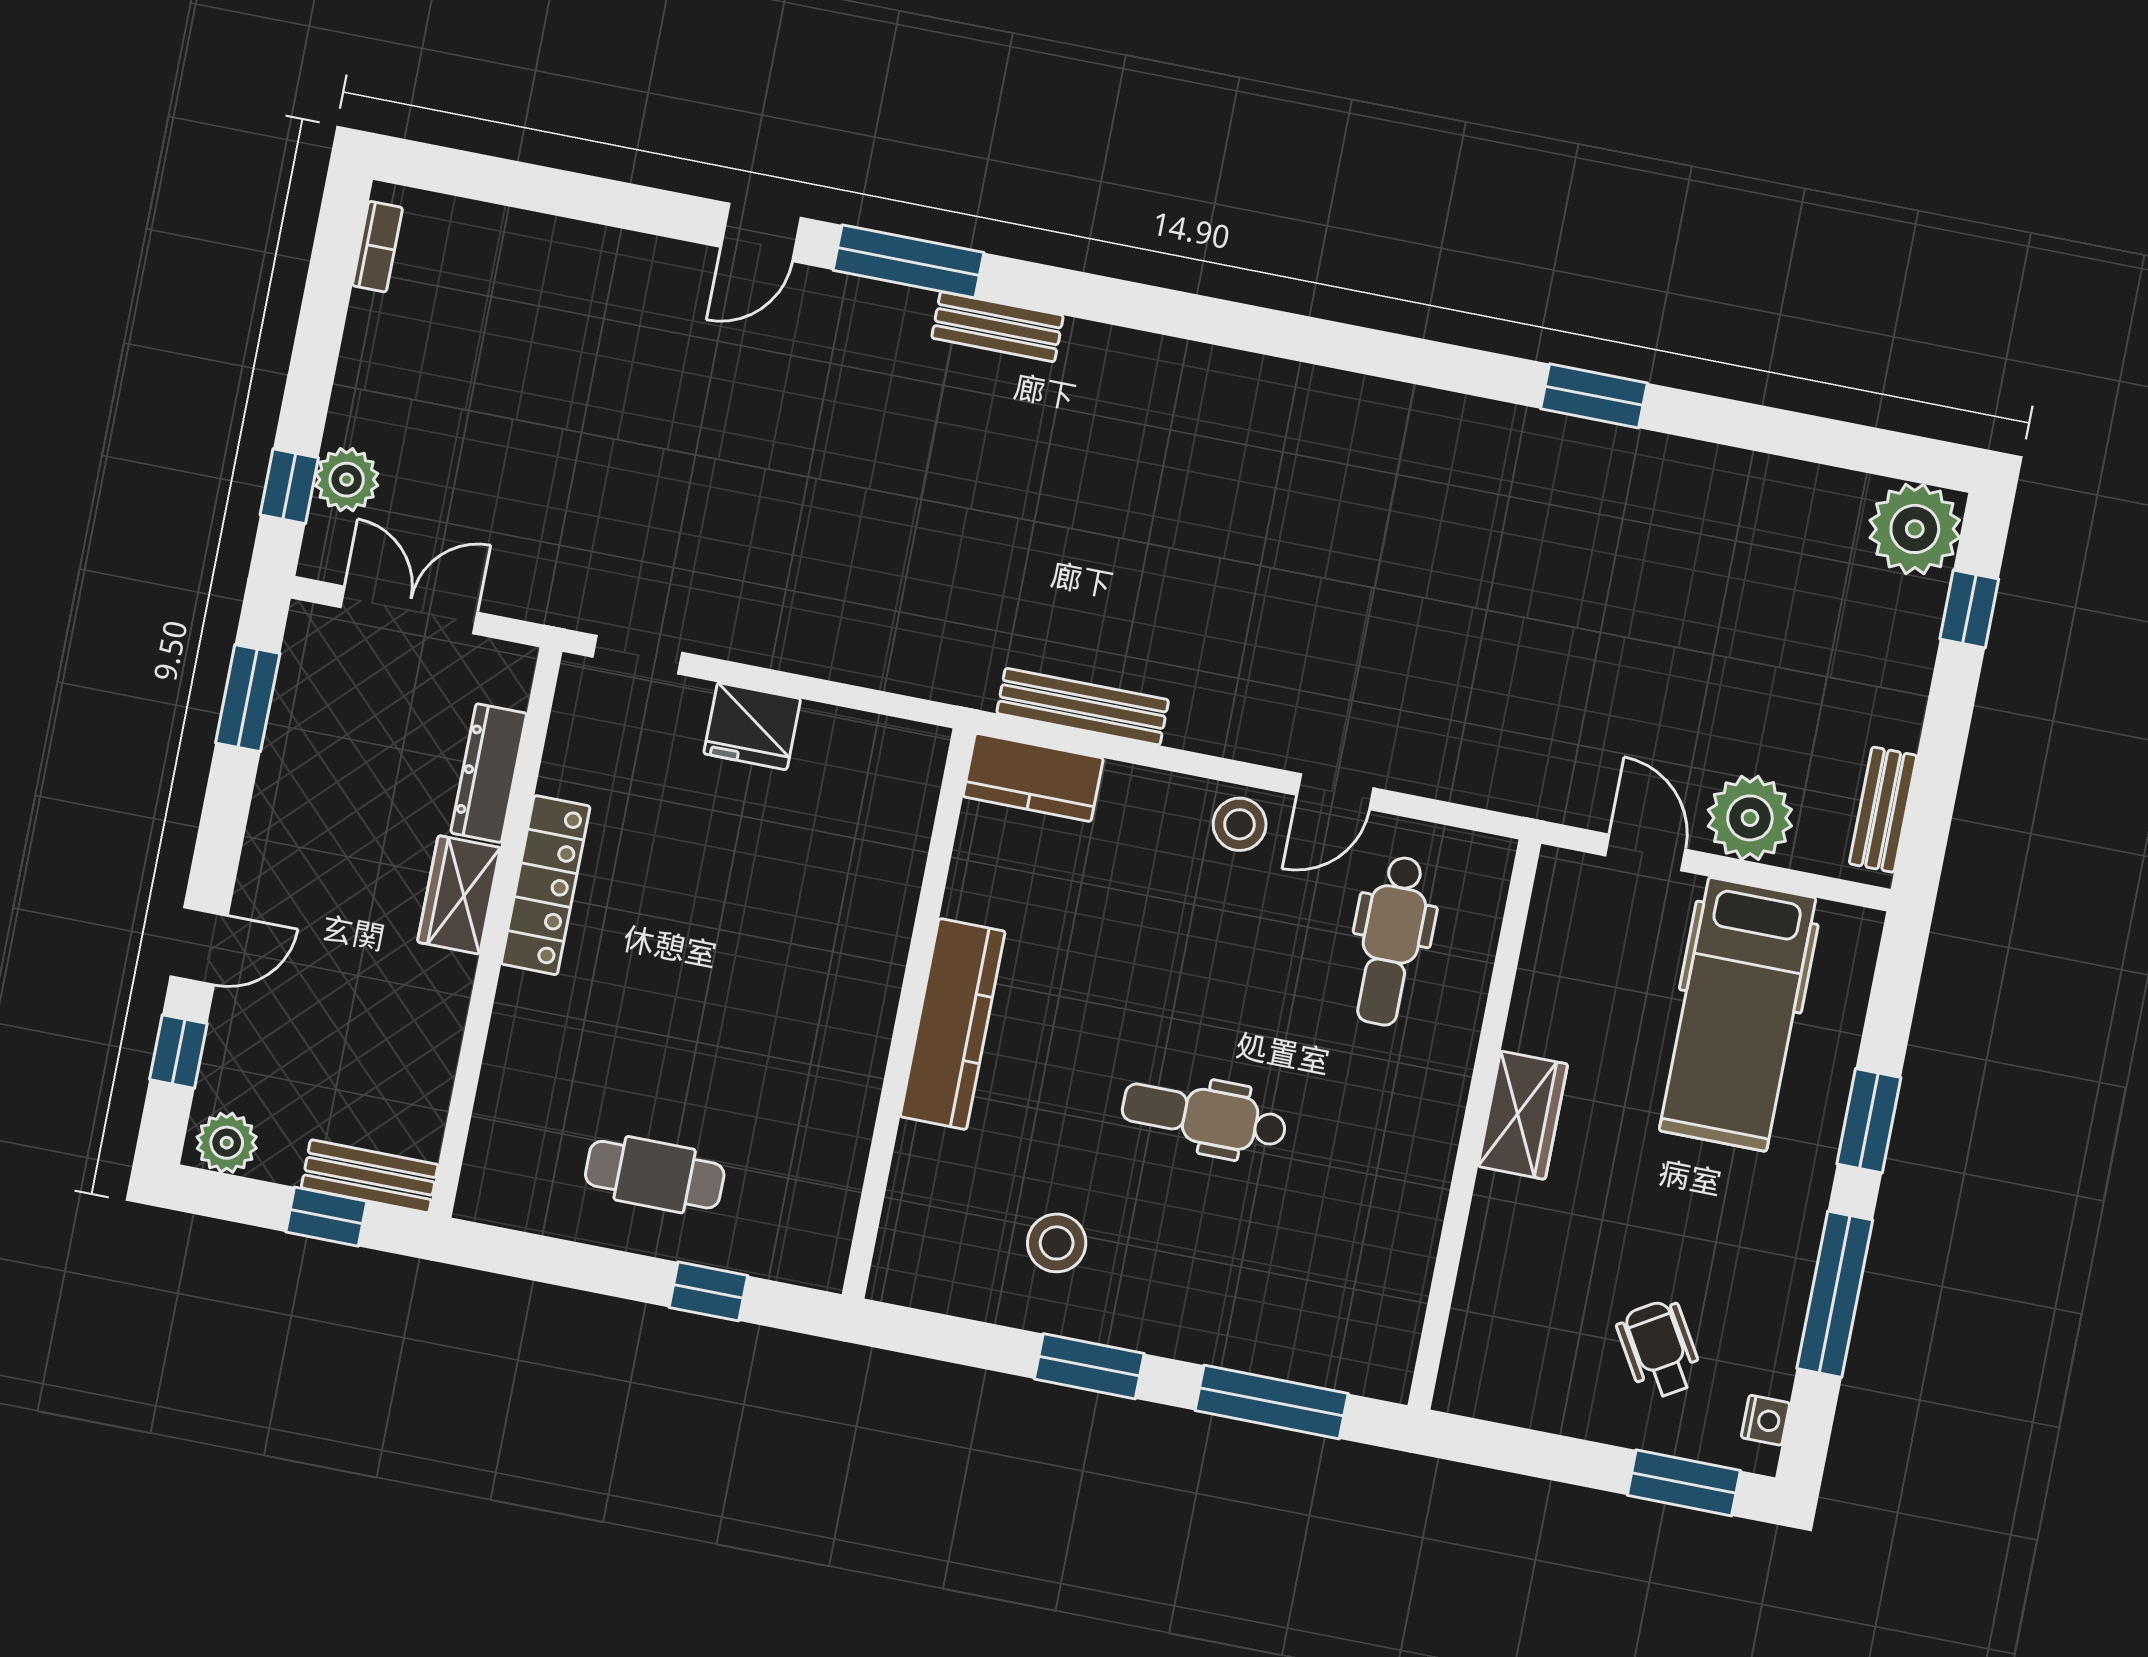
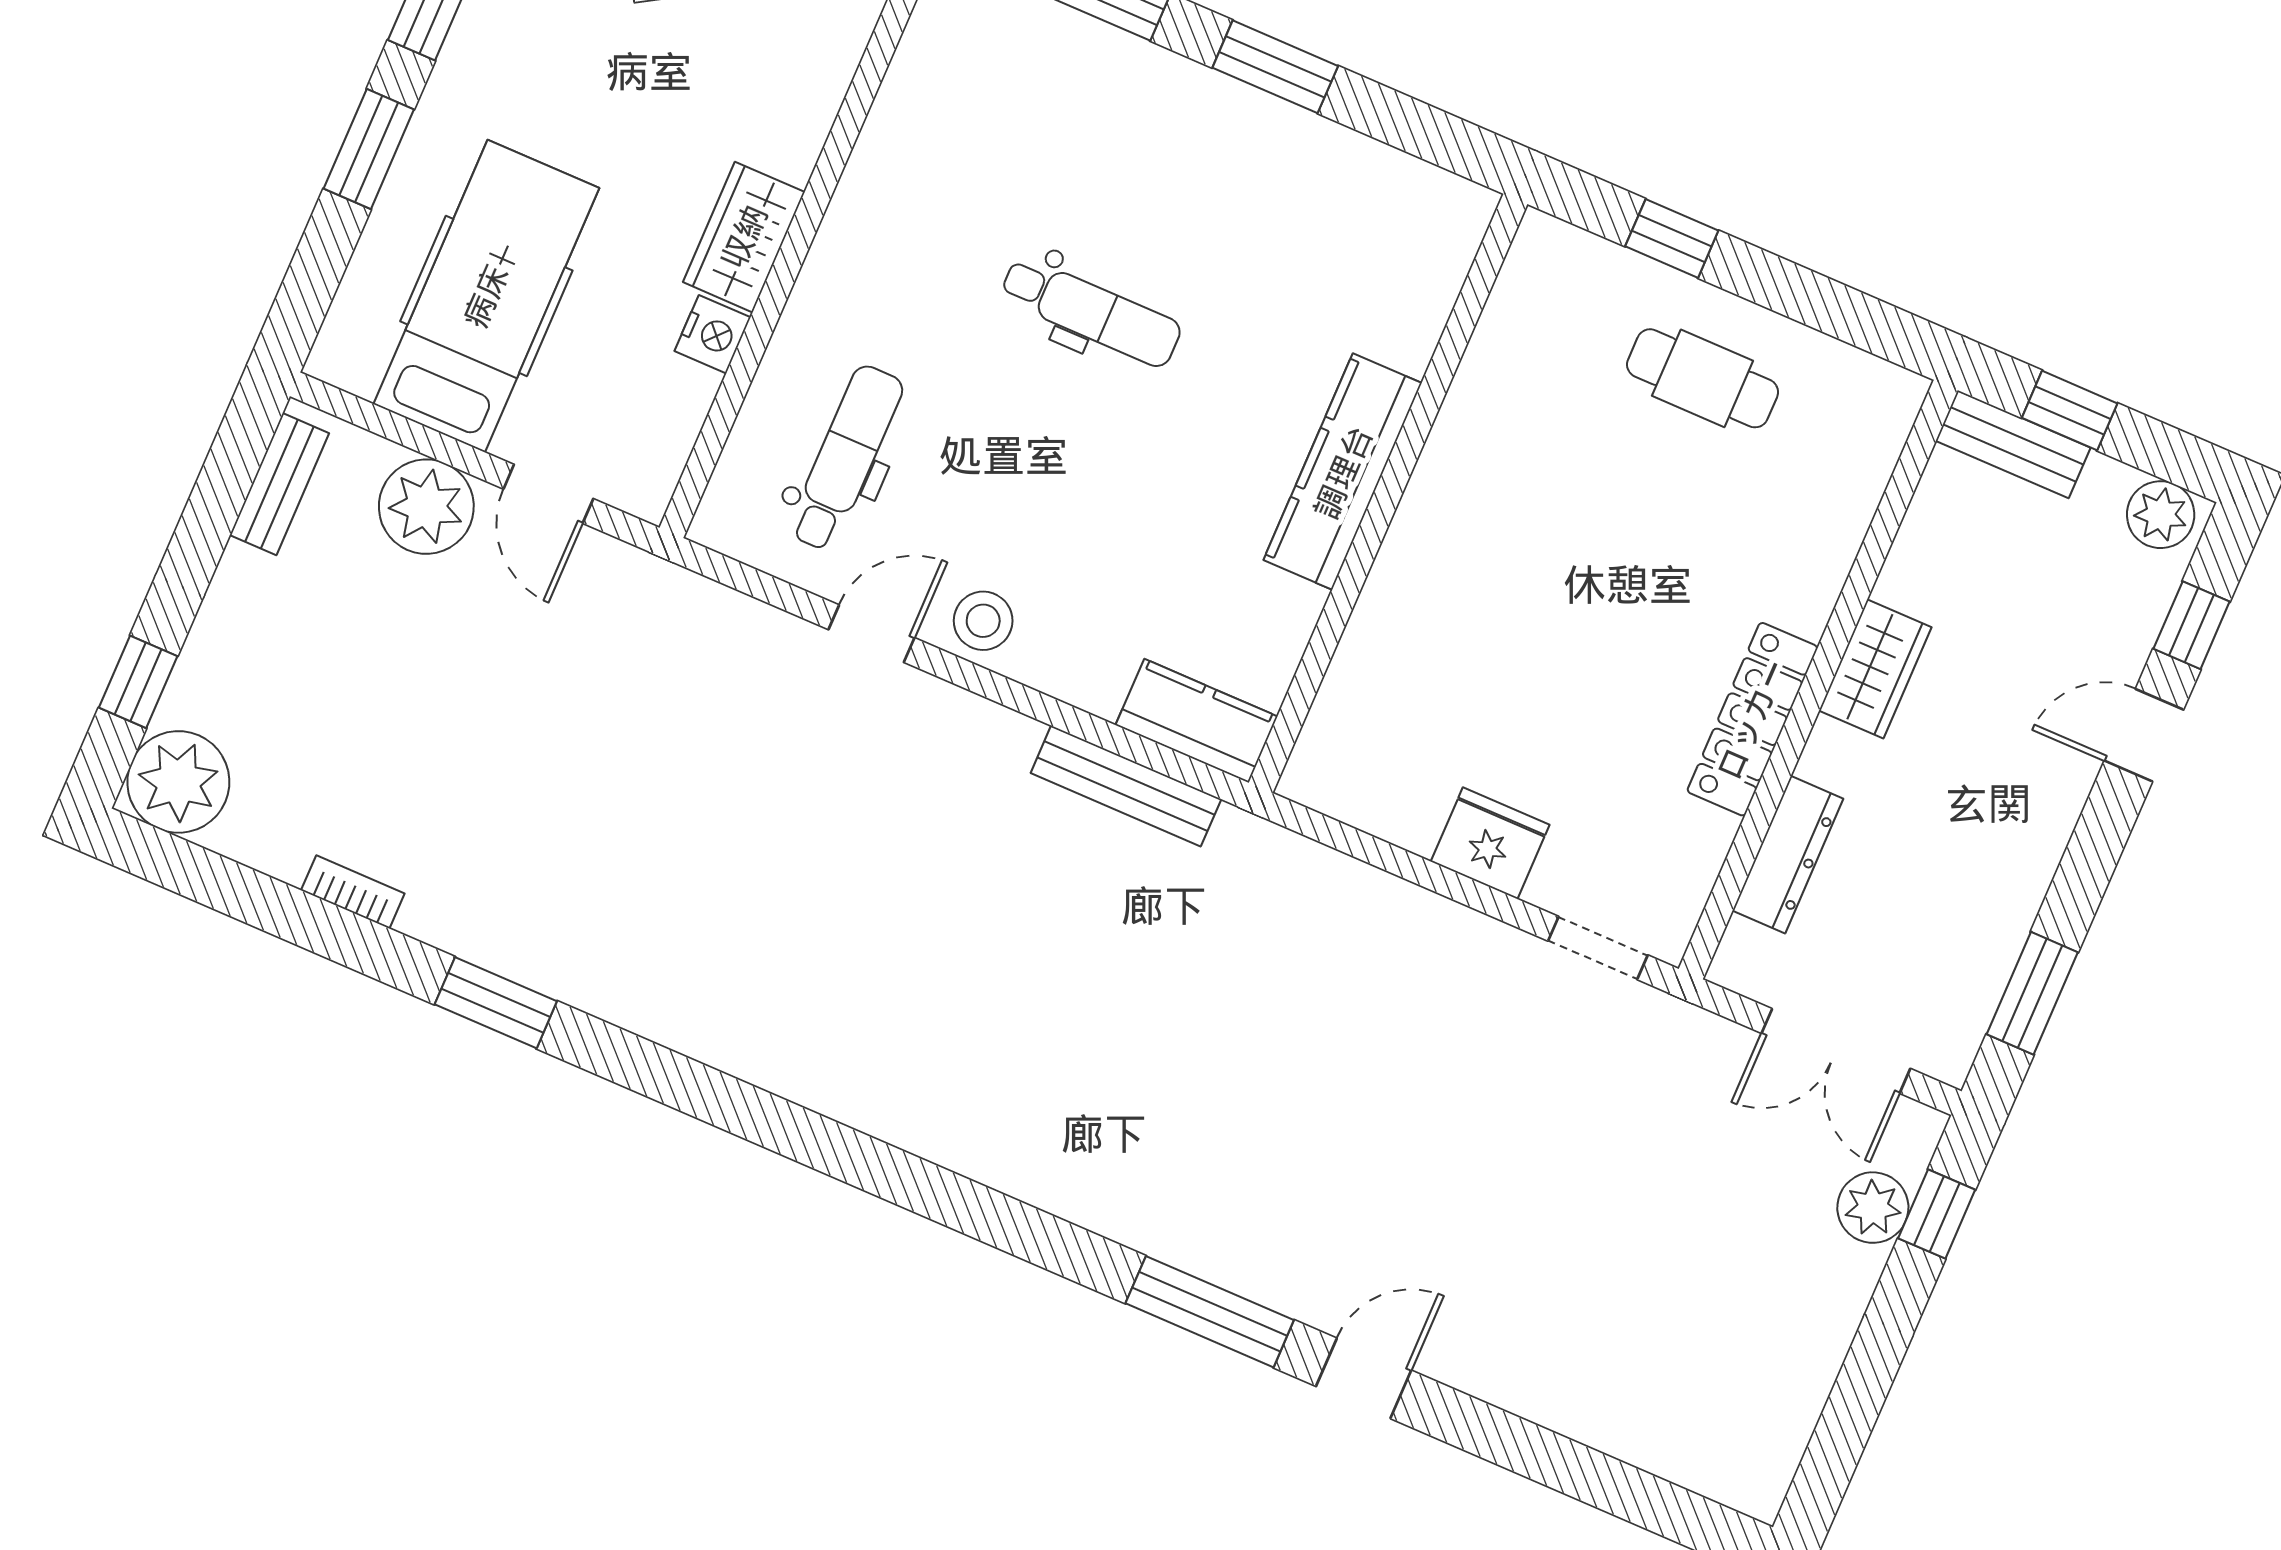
bookcase: (377, 247) -> (353, 892), moved, turned 90
bench: (997, 327) -> (1128, 1220), removed
wardrobe: (459, 895) -> (1875, 669), moved
nightstand: (1532, 1024) -> (713, 334), added
stool: (1057, 1243) -> (1281, 209), removed

